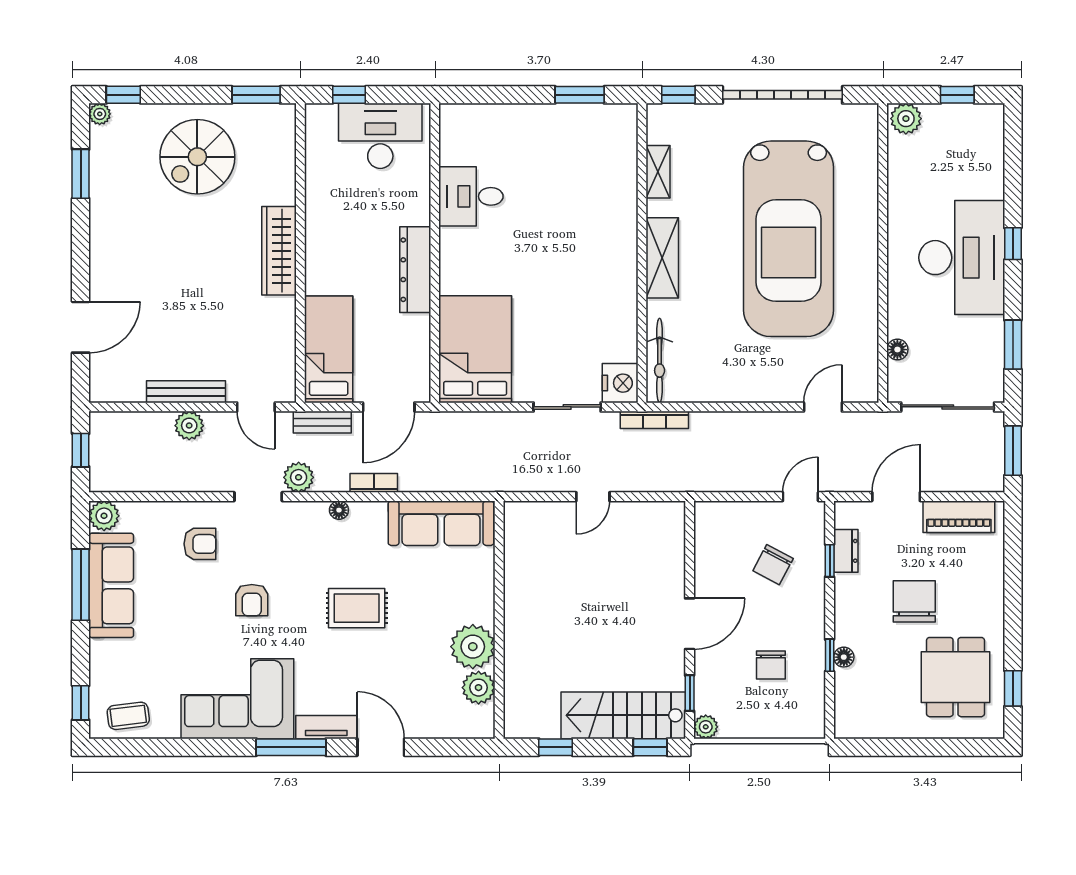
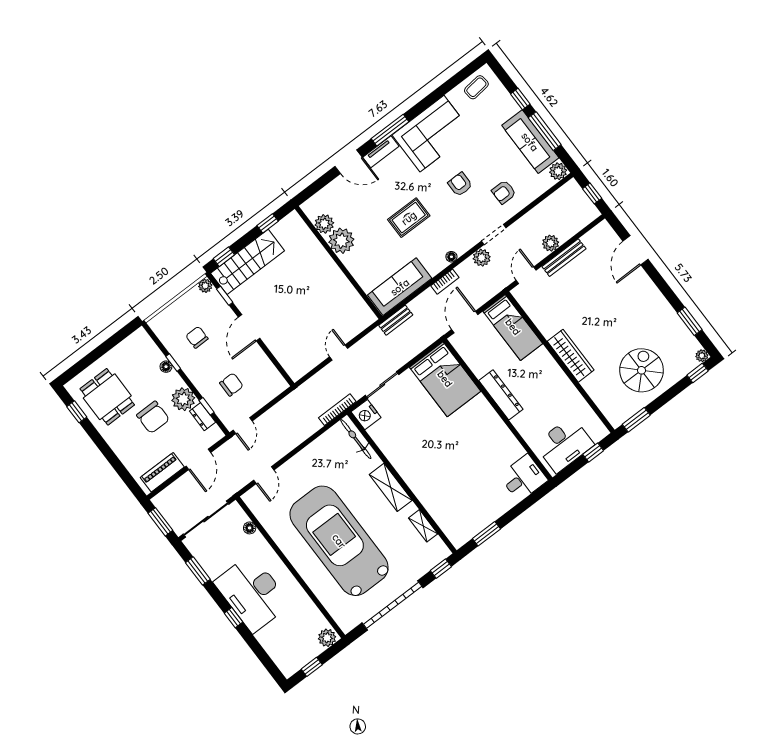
desk: (471, 196) -> (523, 478), moved
door: (256, 407) -> (526, 275), hinge flipped
bench: (322, 422) -> (396, 320), moved
chair: (773, 565) -> (231, 385), turned 62
plant: (854, 595) -> (183, 399), added
window: (81, 703) -> (520, 99), moved

